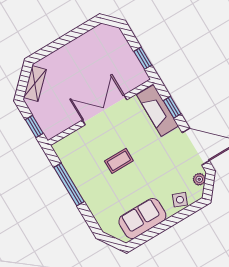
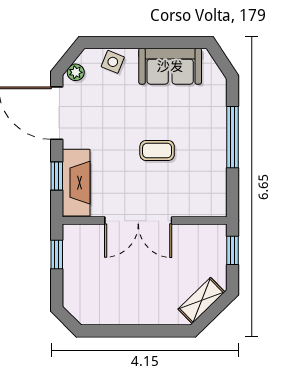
window: (69, 185) -> (233, 137), moved

